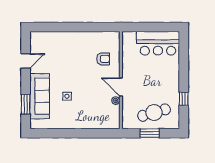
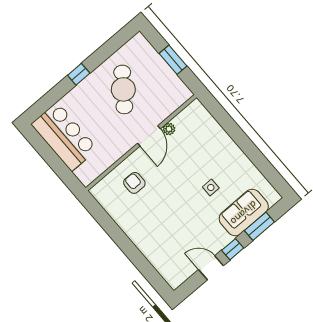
window: (26, 80) -> (233, 249), added
sofa: (40, 96) -> (244, 213), width x0.73
window: (184, 99) -> (79, 74), moved
cafe table: (154, 113) -> (123, 89), moved, turned 53

